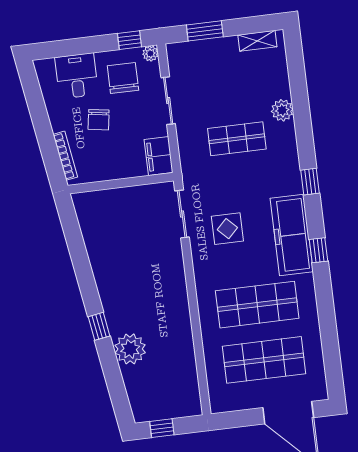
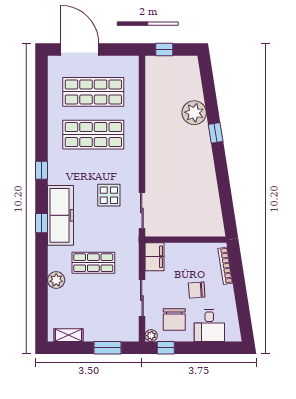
chair: (99, 120) -> (197, 290), turned -103
freezer: (292, 235) -> (61, 215), moved
window: (162, 428) -> (164, 50), moved

